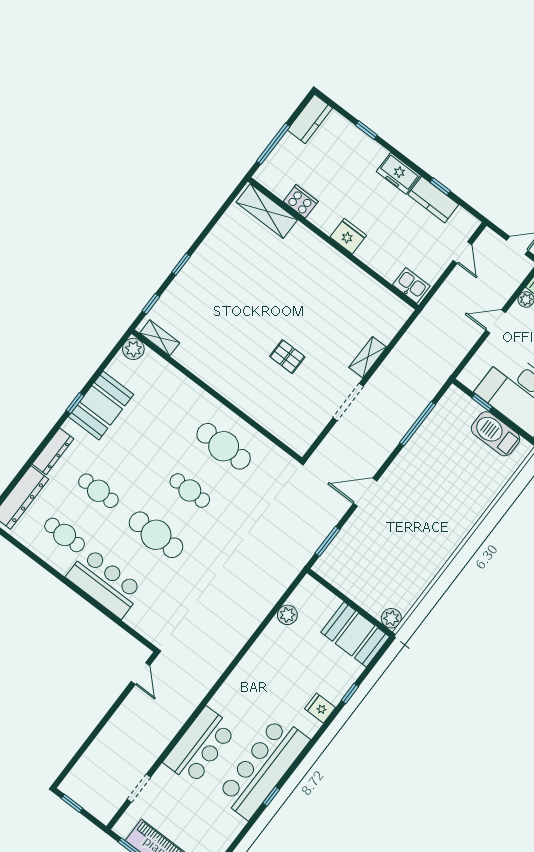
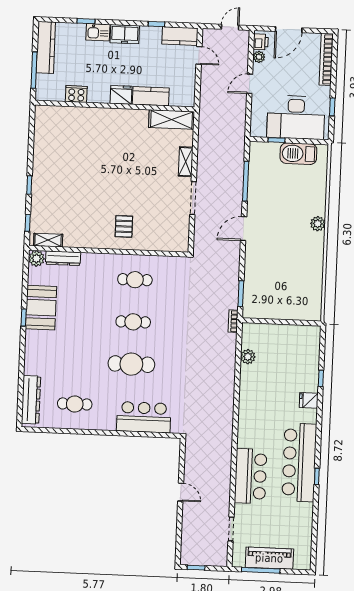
kitchen counter: (310, 119) -> (46, 47), width x1.50
kitchen counter: (433, 200) -> (180, 36), moved
shelving: (267, 211) -> (172, 119), moved
kitchen counter: (379, 260) -> (151, 96), added
kitchen sink: (411, 285) -> (98, 32), moved, turned 180
pallet: (287, 357) -> (124, 226), moved, turned 90
cafe table: (224, 446) -> (135, 280), width x0.73, depth x0.74
dresser: (53, 451) -> (63, 258), moved, turned 90
cafe table: (98, 491) -> (76, 362), removed
door: (365, 492) -> (244, 229), moved
bookcase: (298, 565) -> (233, 321), added
bar counter: (105, 583) -> (144, 417), moved
plant: (391, 618) -> (318, 224), moved
booth: (355, 634) -> (299, 339), removed
door: (140, 674) -> (181, 492), moved

